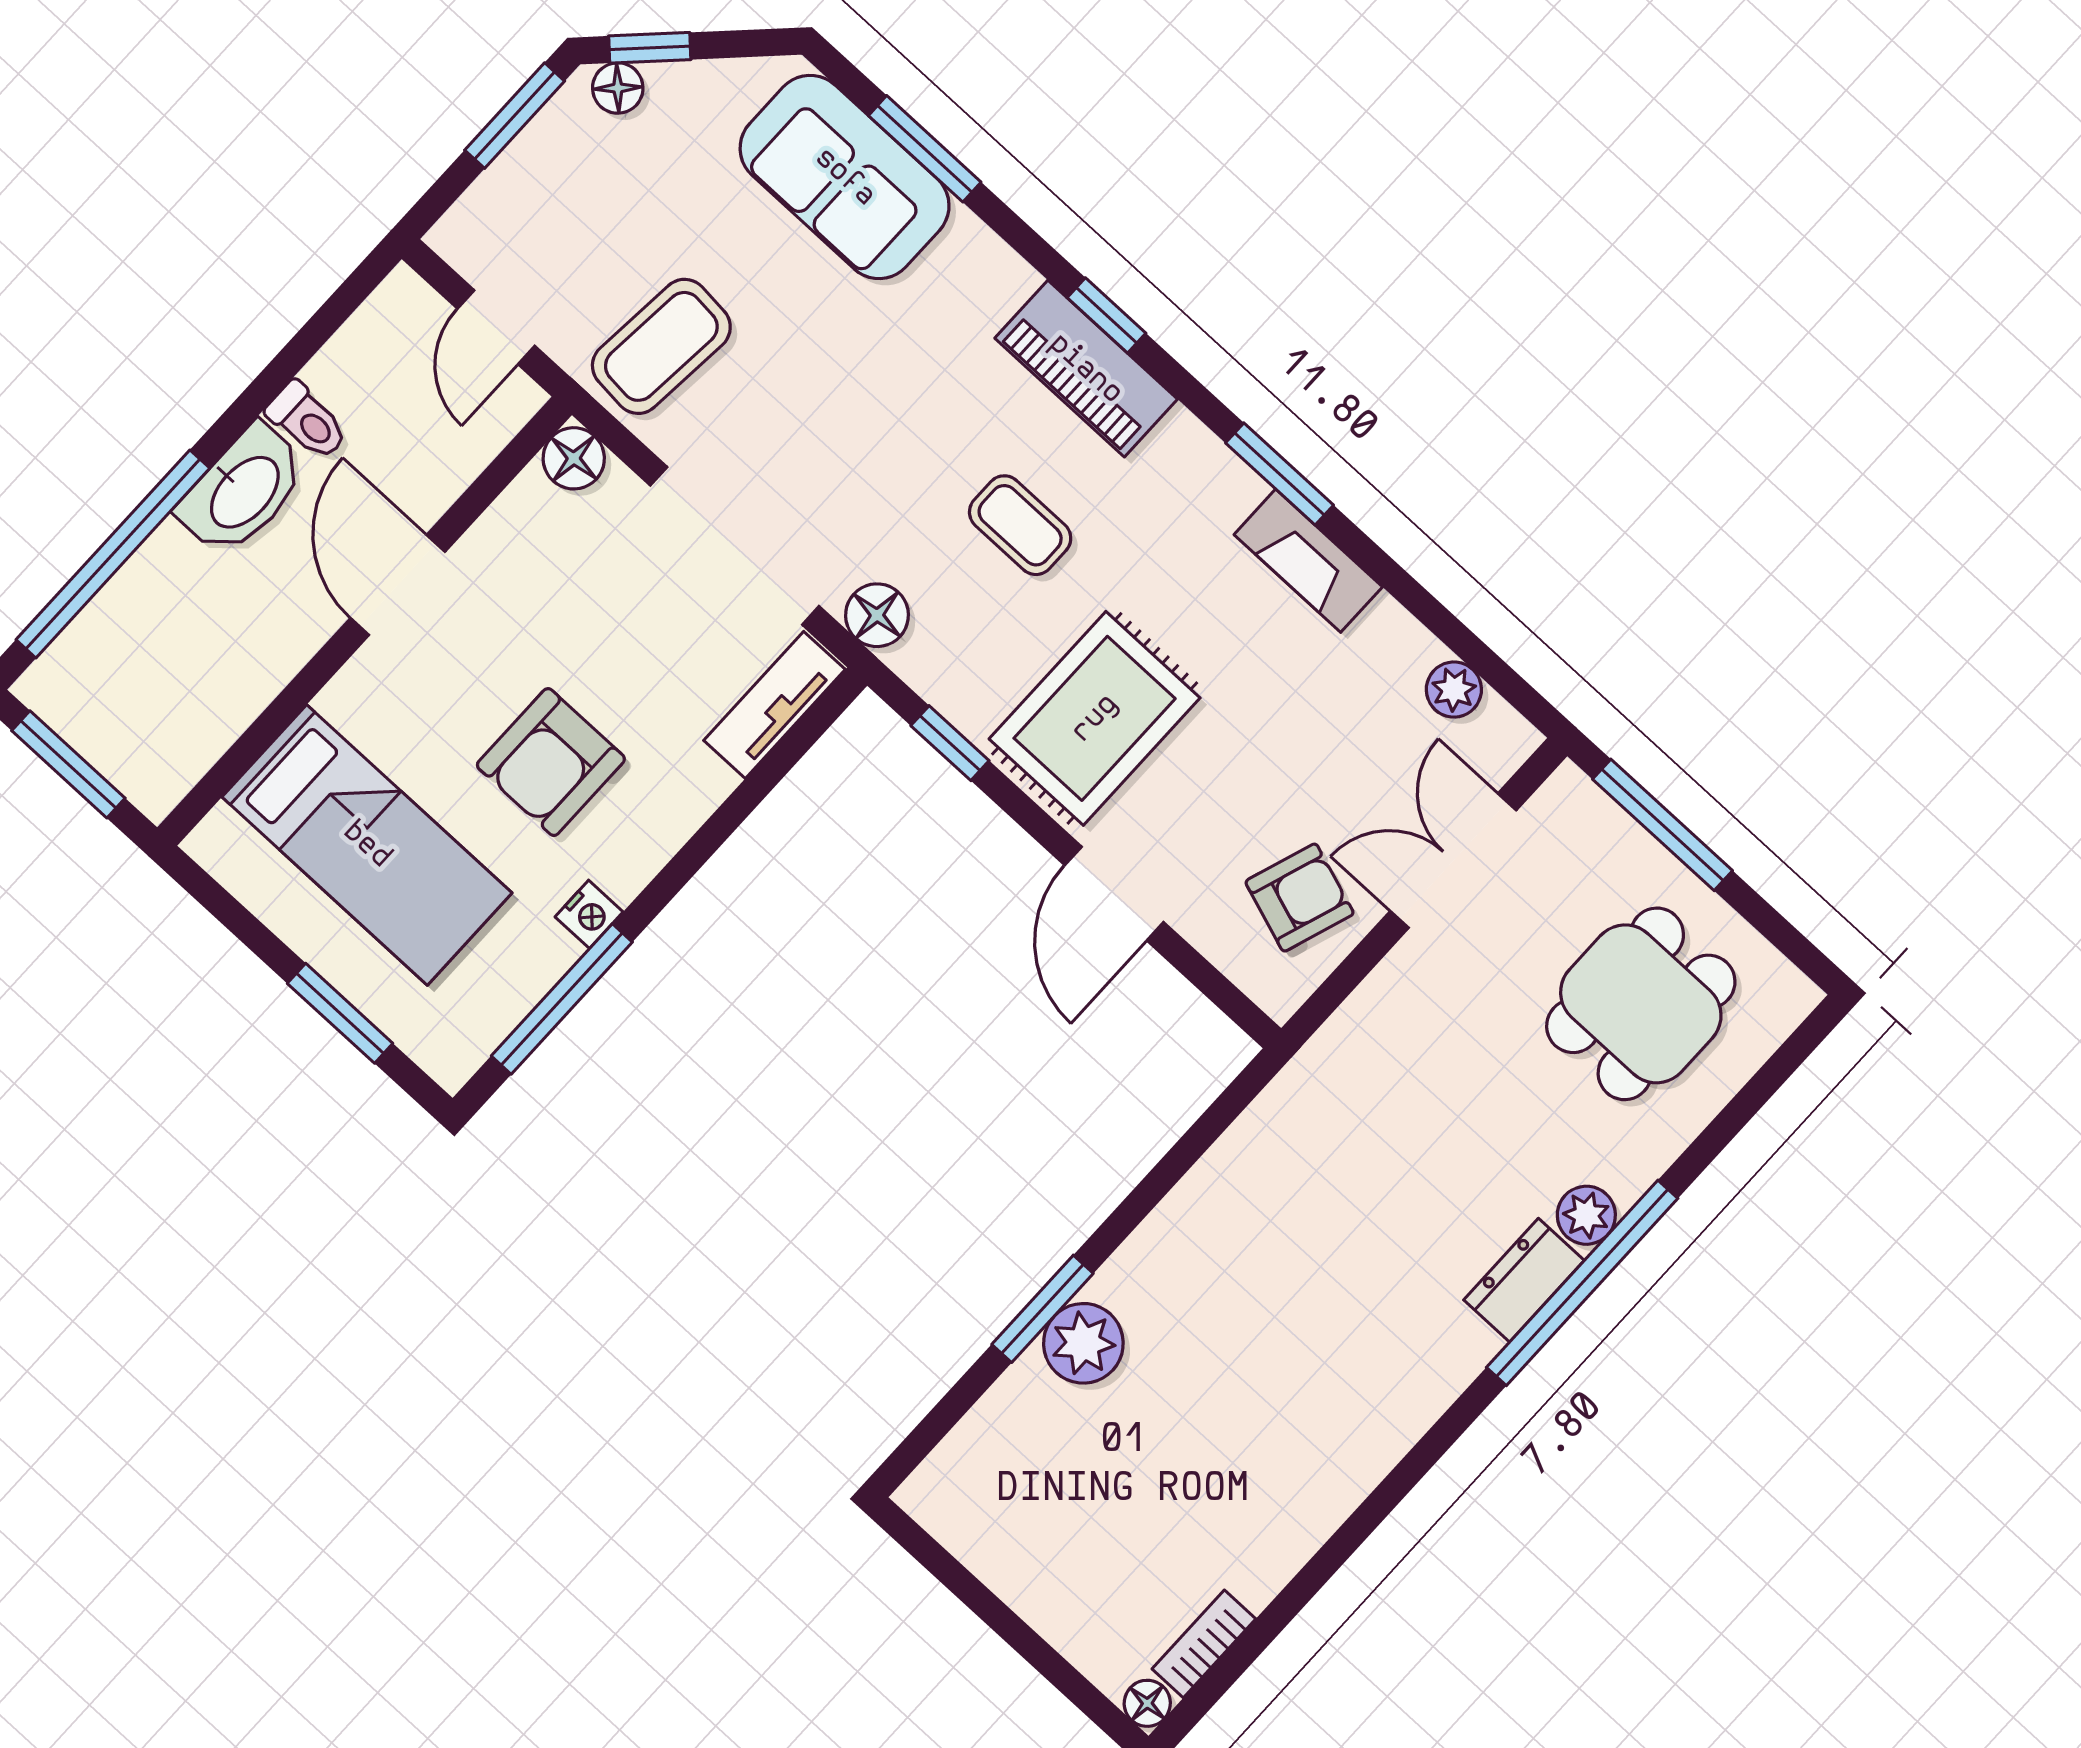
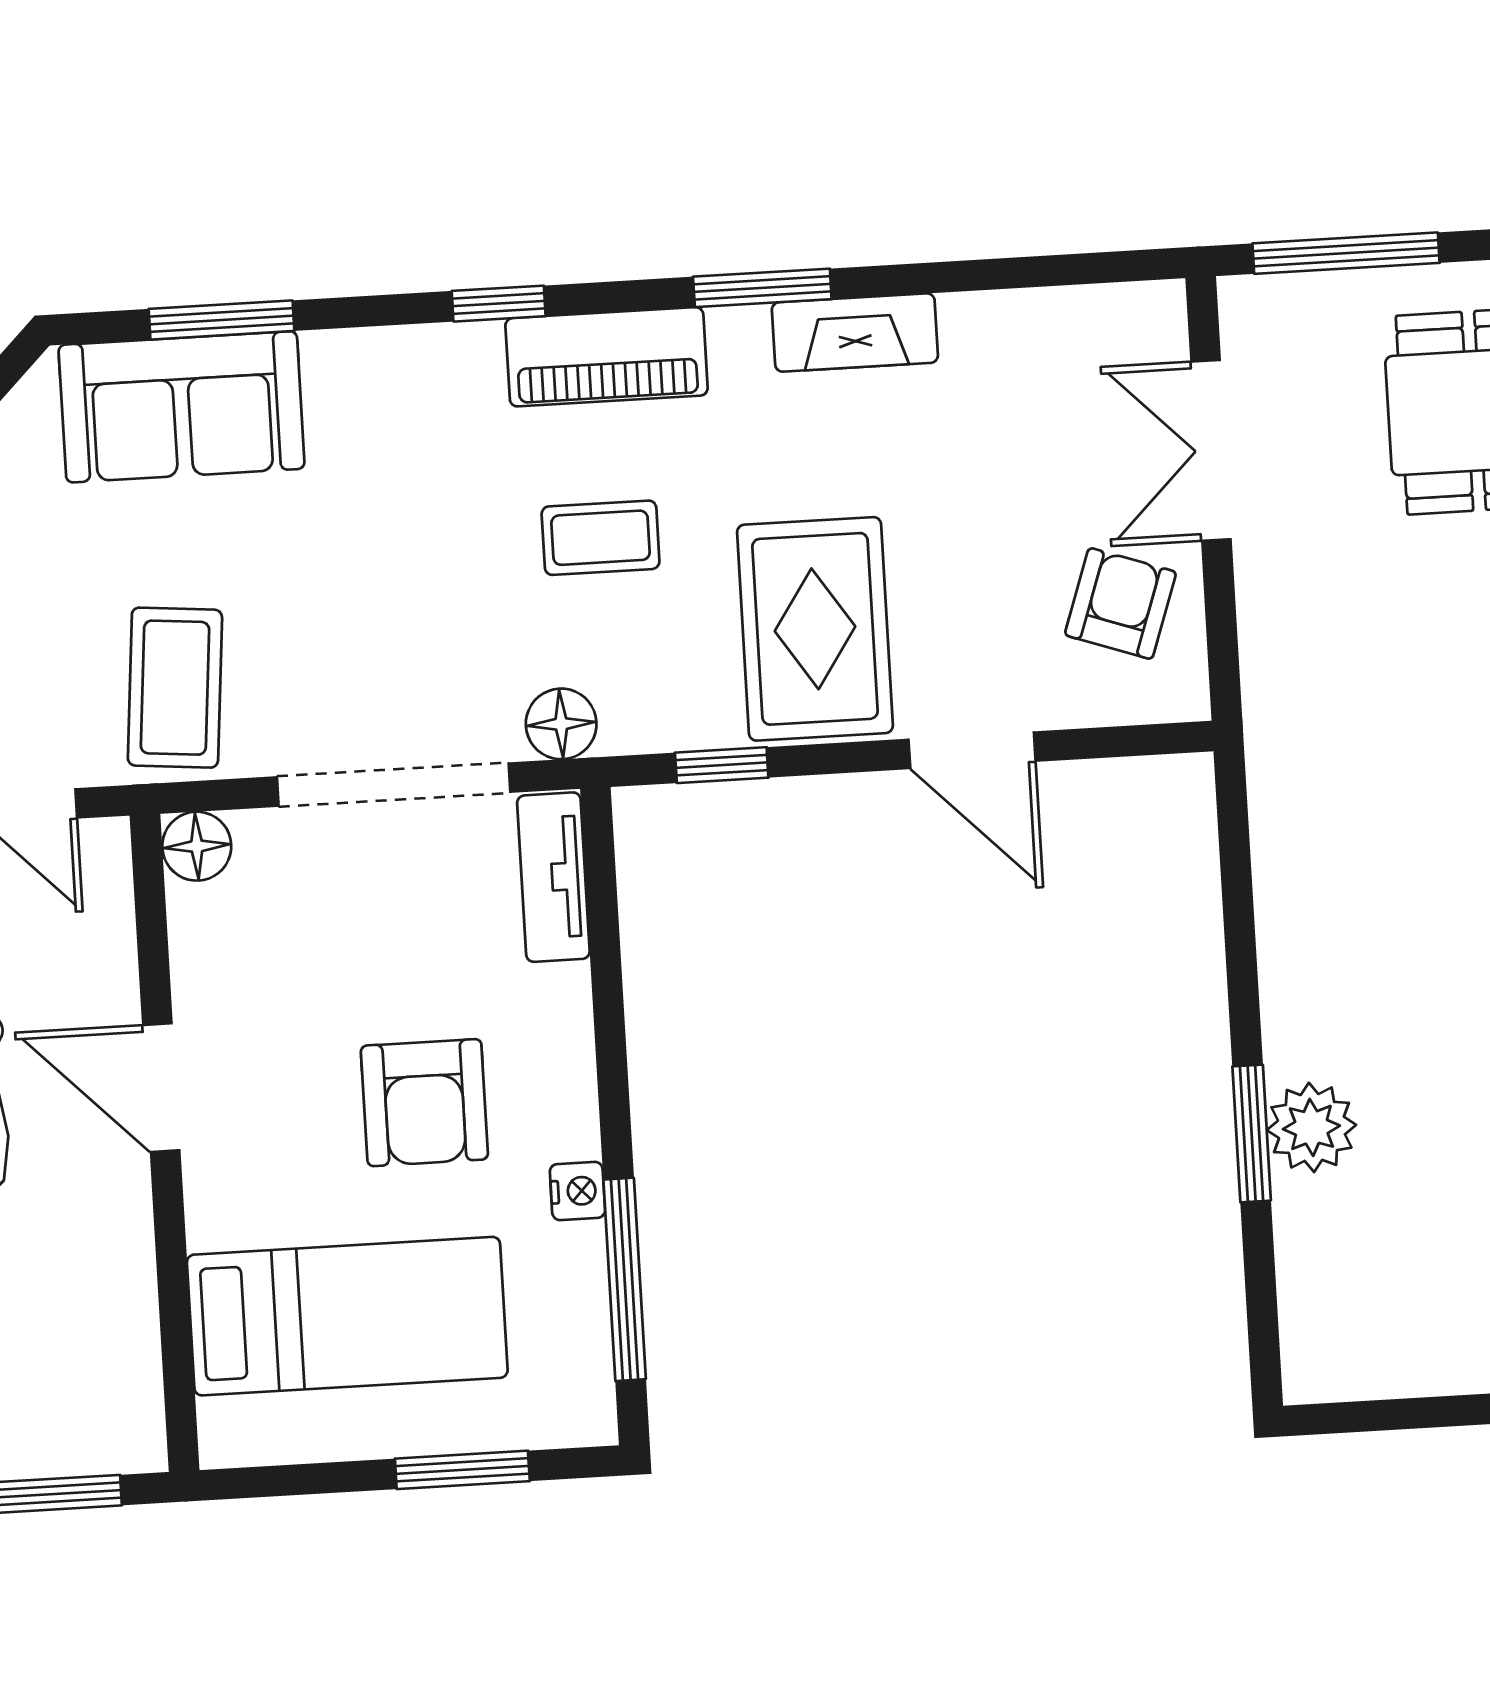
piano: (1086, 369) -> (607, 357), moved
plant: (1454, 690) -> (1073, 316), removed

